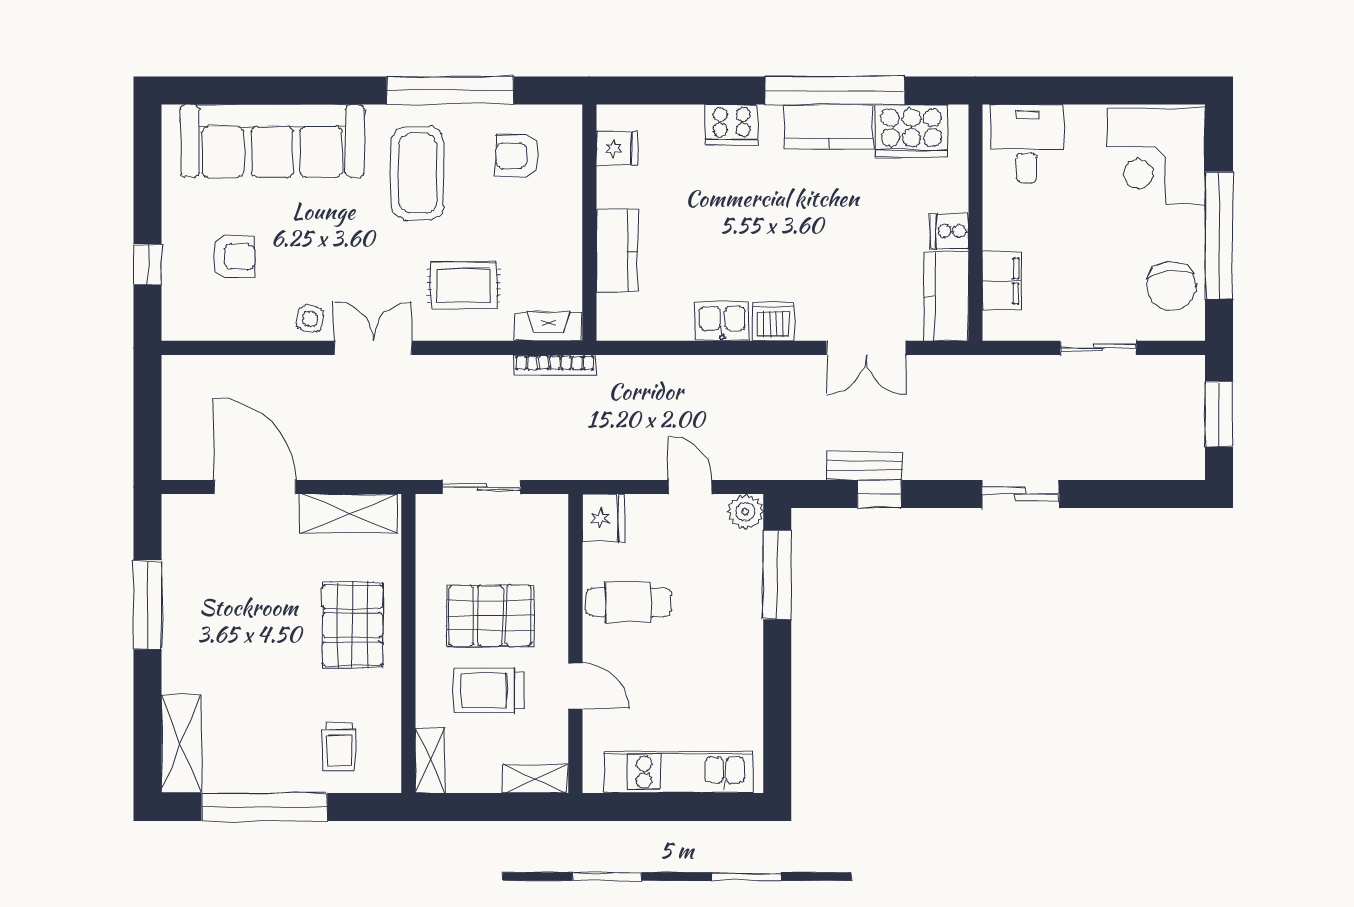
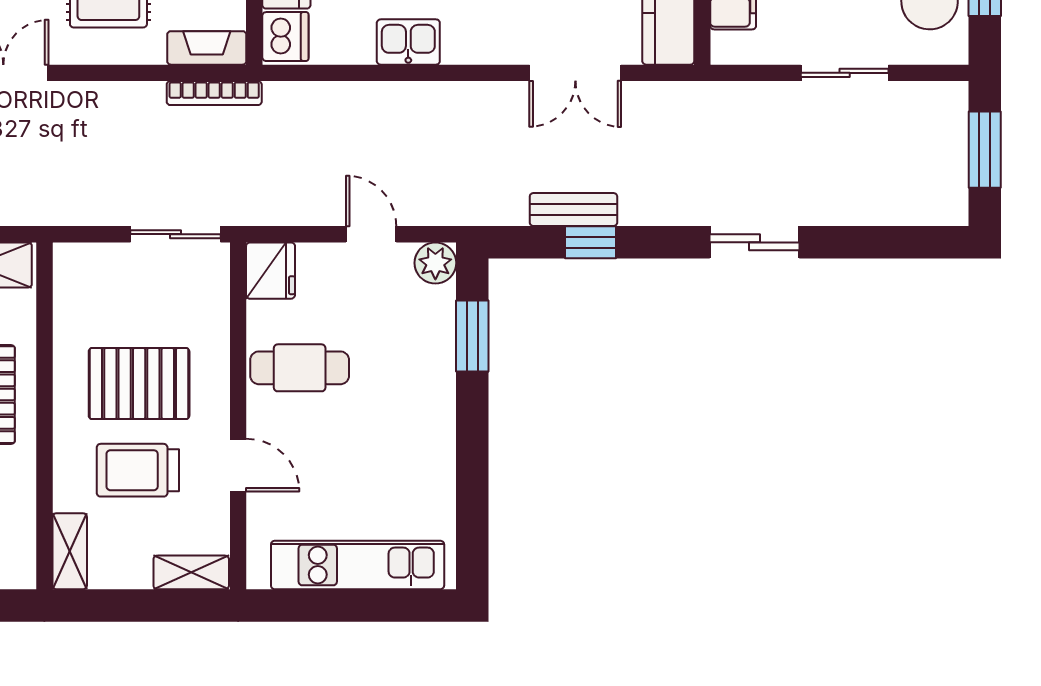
dishwasher: (773, 321) -> (285, 37), moved, turned 90
sliding door: (482, 487) -> (175, 234), moved
window: (777, 575) -> (472, 336), width x0.69

